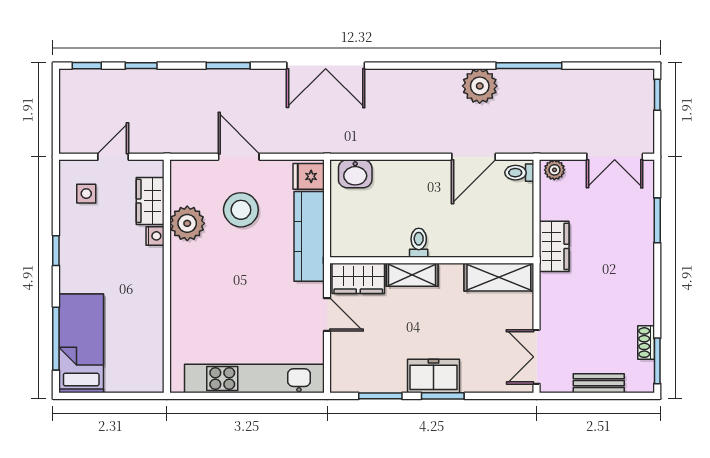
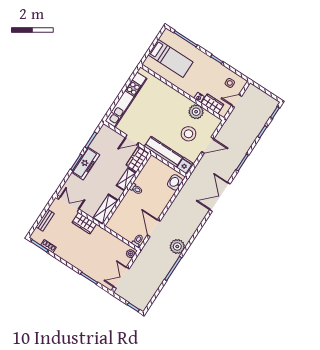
door: (113, 157) -> (237, 101), swing flipped
wardrobe: (554, 246) -> (84, 223), moved
bed: (81, 343) -> (171, 58), moved
freezer: (433, 376) -> (86, 163), width x1.40

